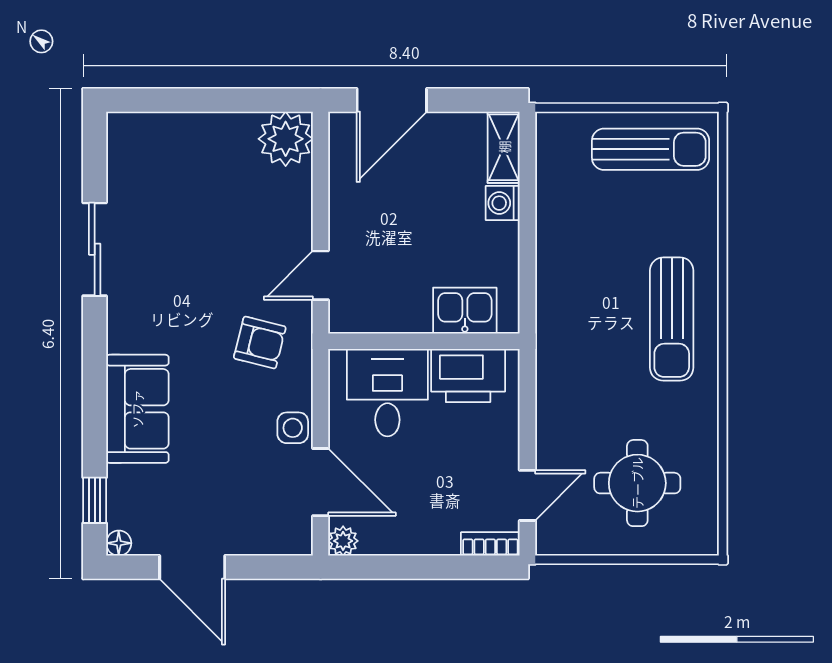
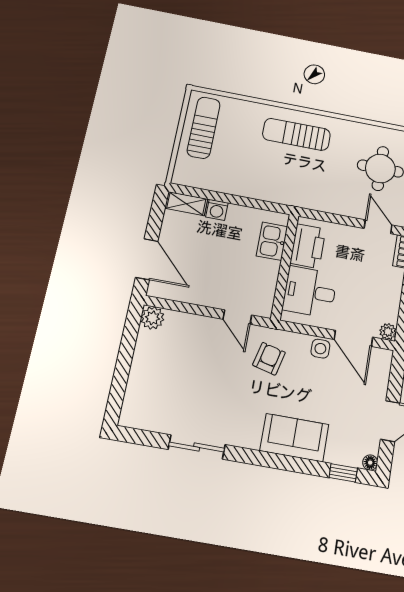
plant: (286, 139) -> (152, 318), width x0.73, depth x0.73
sun lounger: (672, 319) -> (296, 134), turned 180
door: (321, 482) -> (353, 338), swing flipped

